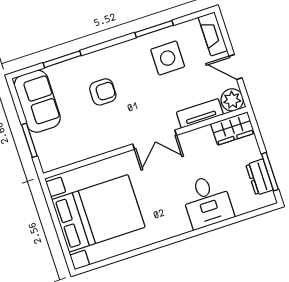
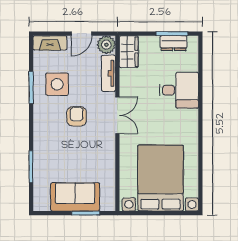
armchair: (103, 92) -> (77, 116), moved
sofa: (37, 101) -> (75, 197), moved

